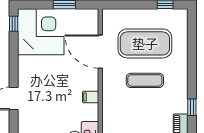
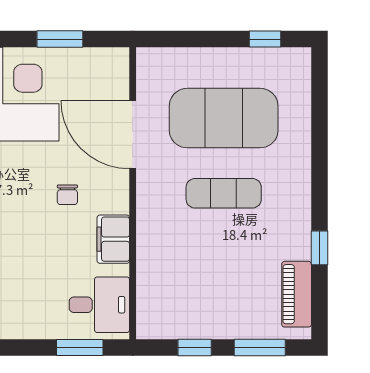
chair: (68, 81) -> (67, 195), added
filing cabinet: (91, 97) -> (113, 239), width x2.00

